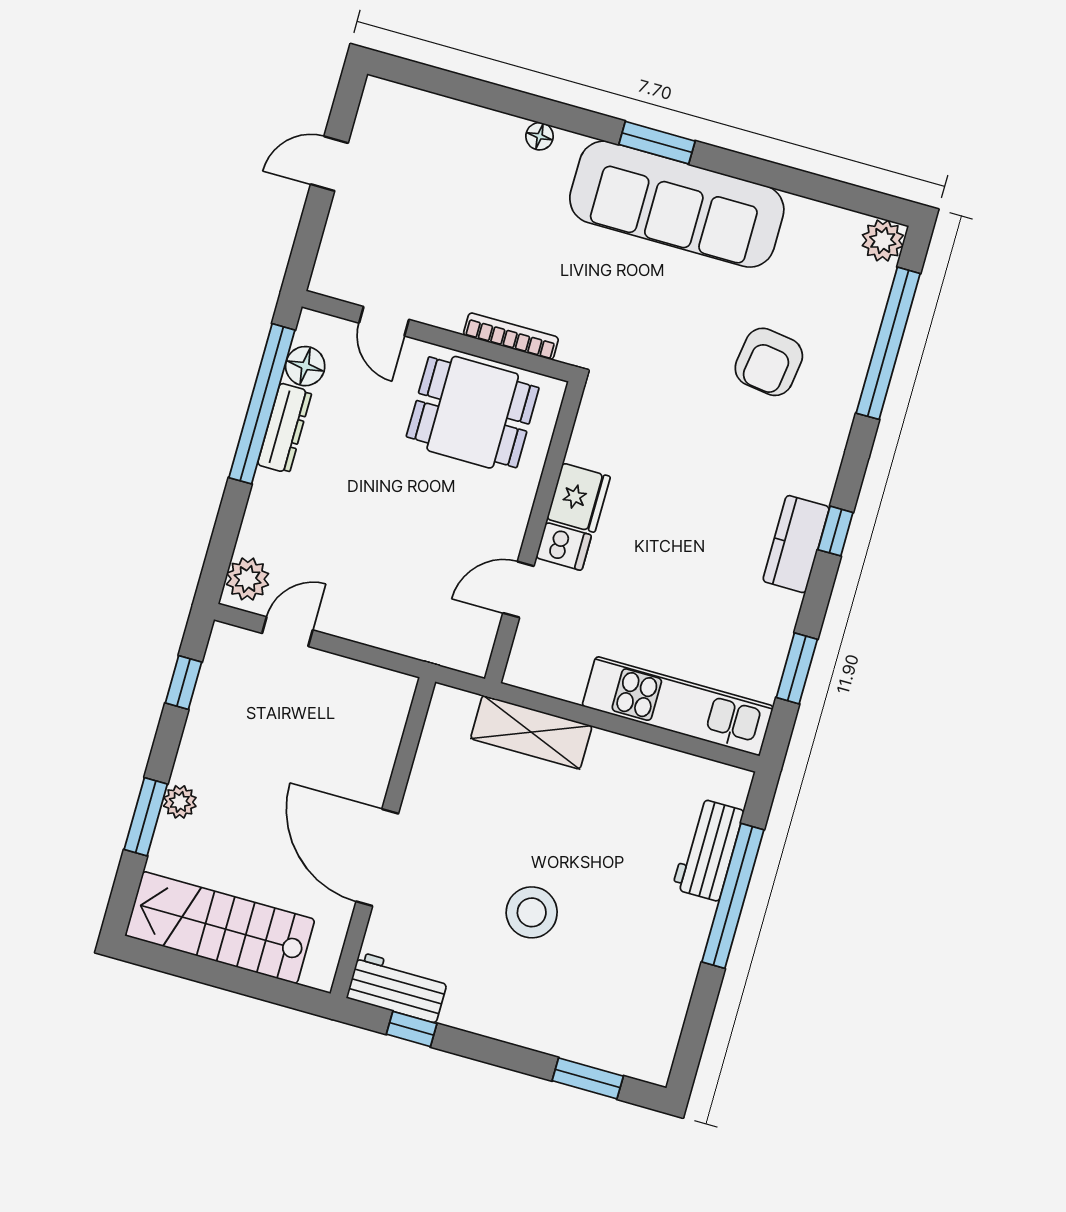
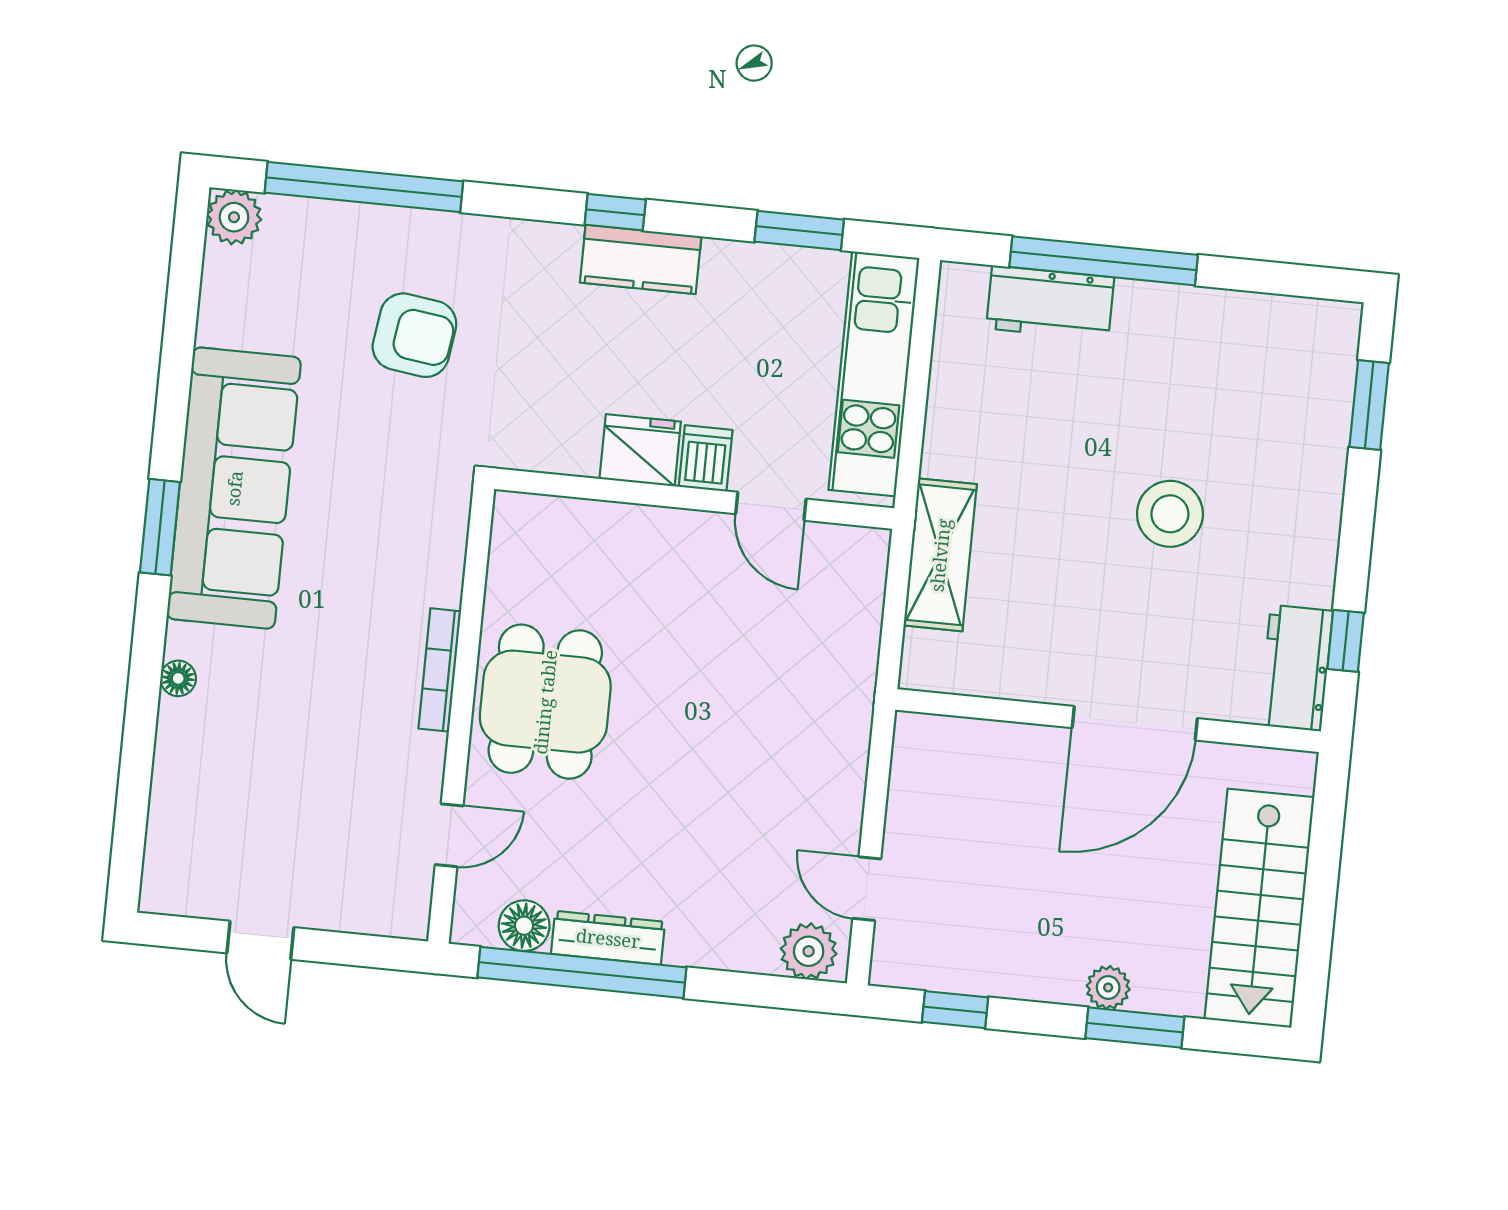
fridge: (579, 498) -> (640, 450), moved
wall: (535, 532) -> (694, 499), moved
dishwasher: (564, 546) -> (706, 458), moved
door: (518, 590) -> (771, 506), moved

